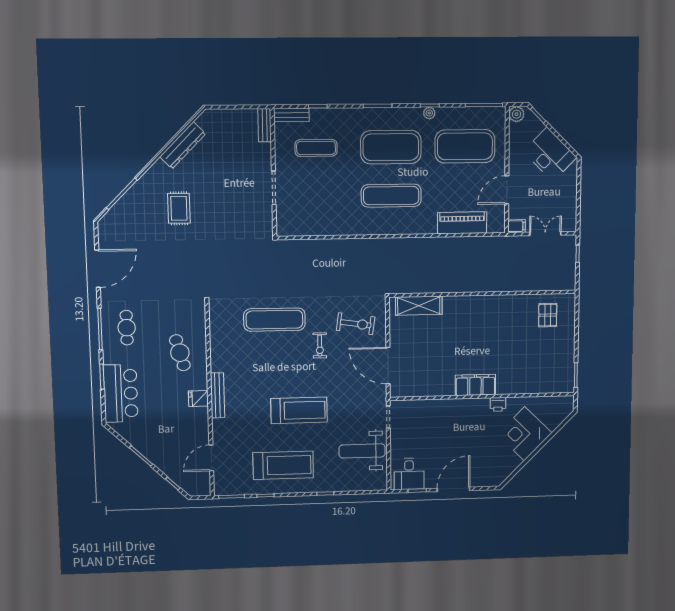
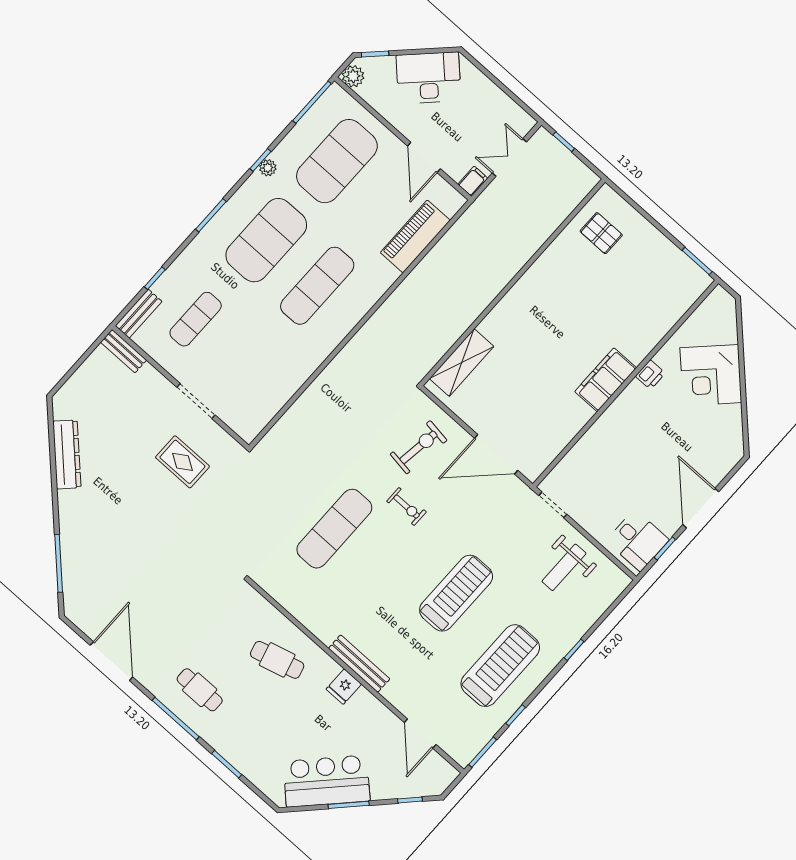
rug: (179, 208) -> (182, 462), moved
bar counter: (121, 393) -> (327, 781), moved, turned -46
weight bench: (362, 451) -> (564, 567), width x0.73, depth x0.75

